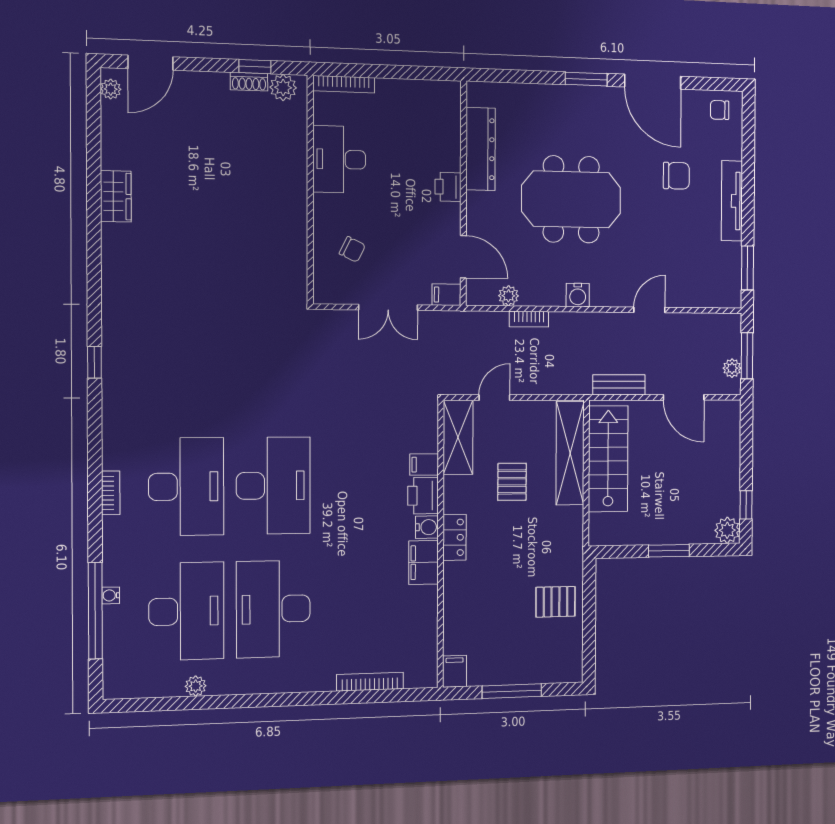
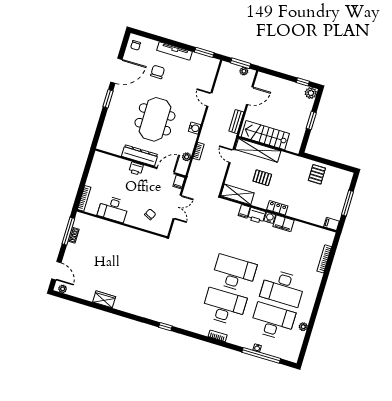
window: (255, 67) -> (68, 231), width x2.17
plant: (283, 87) -> (79, 223), removed
dresser: (481, 149) -> (140, 155), moved
door: (494, 398) -> (232, 156), moved

